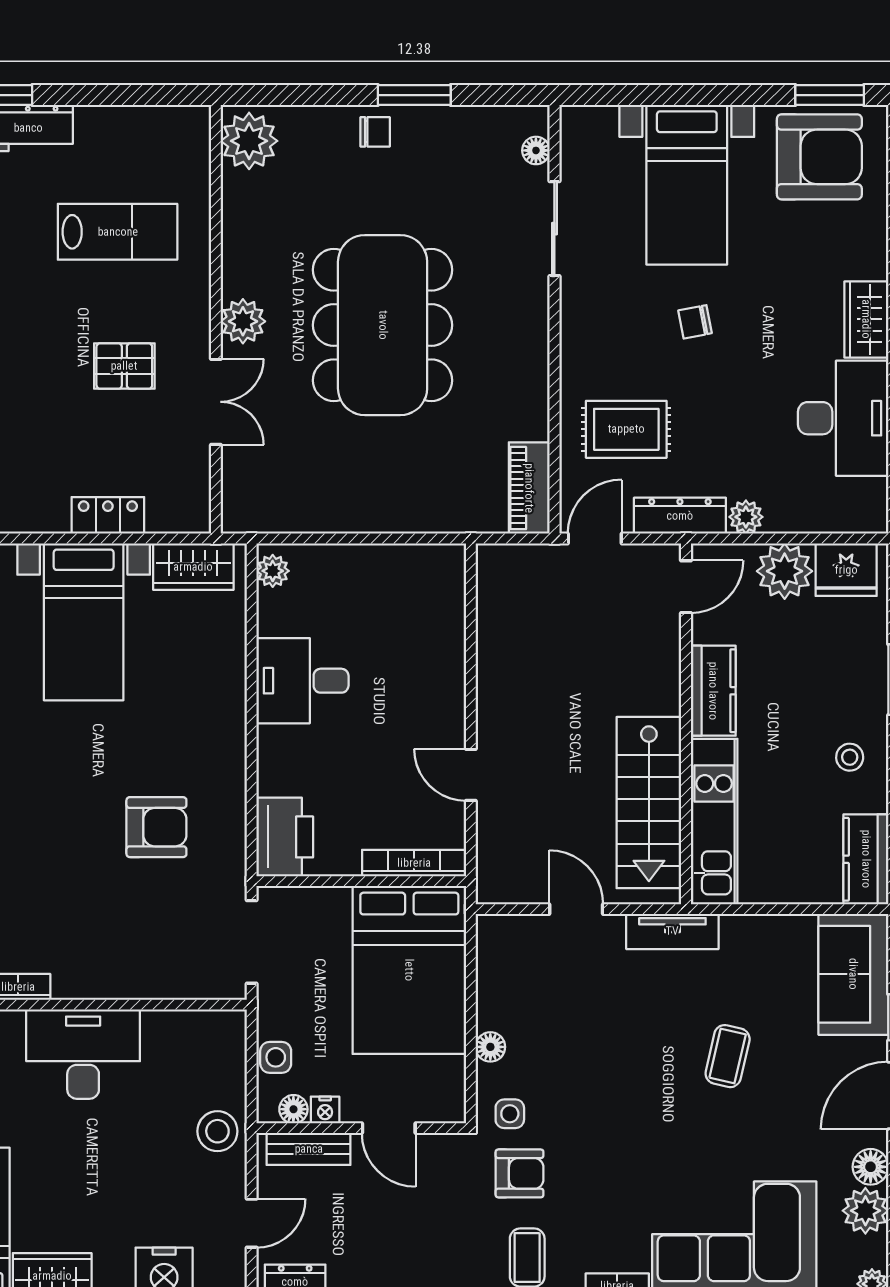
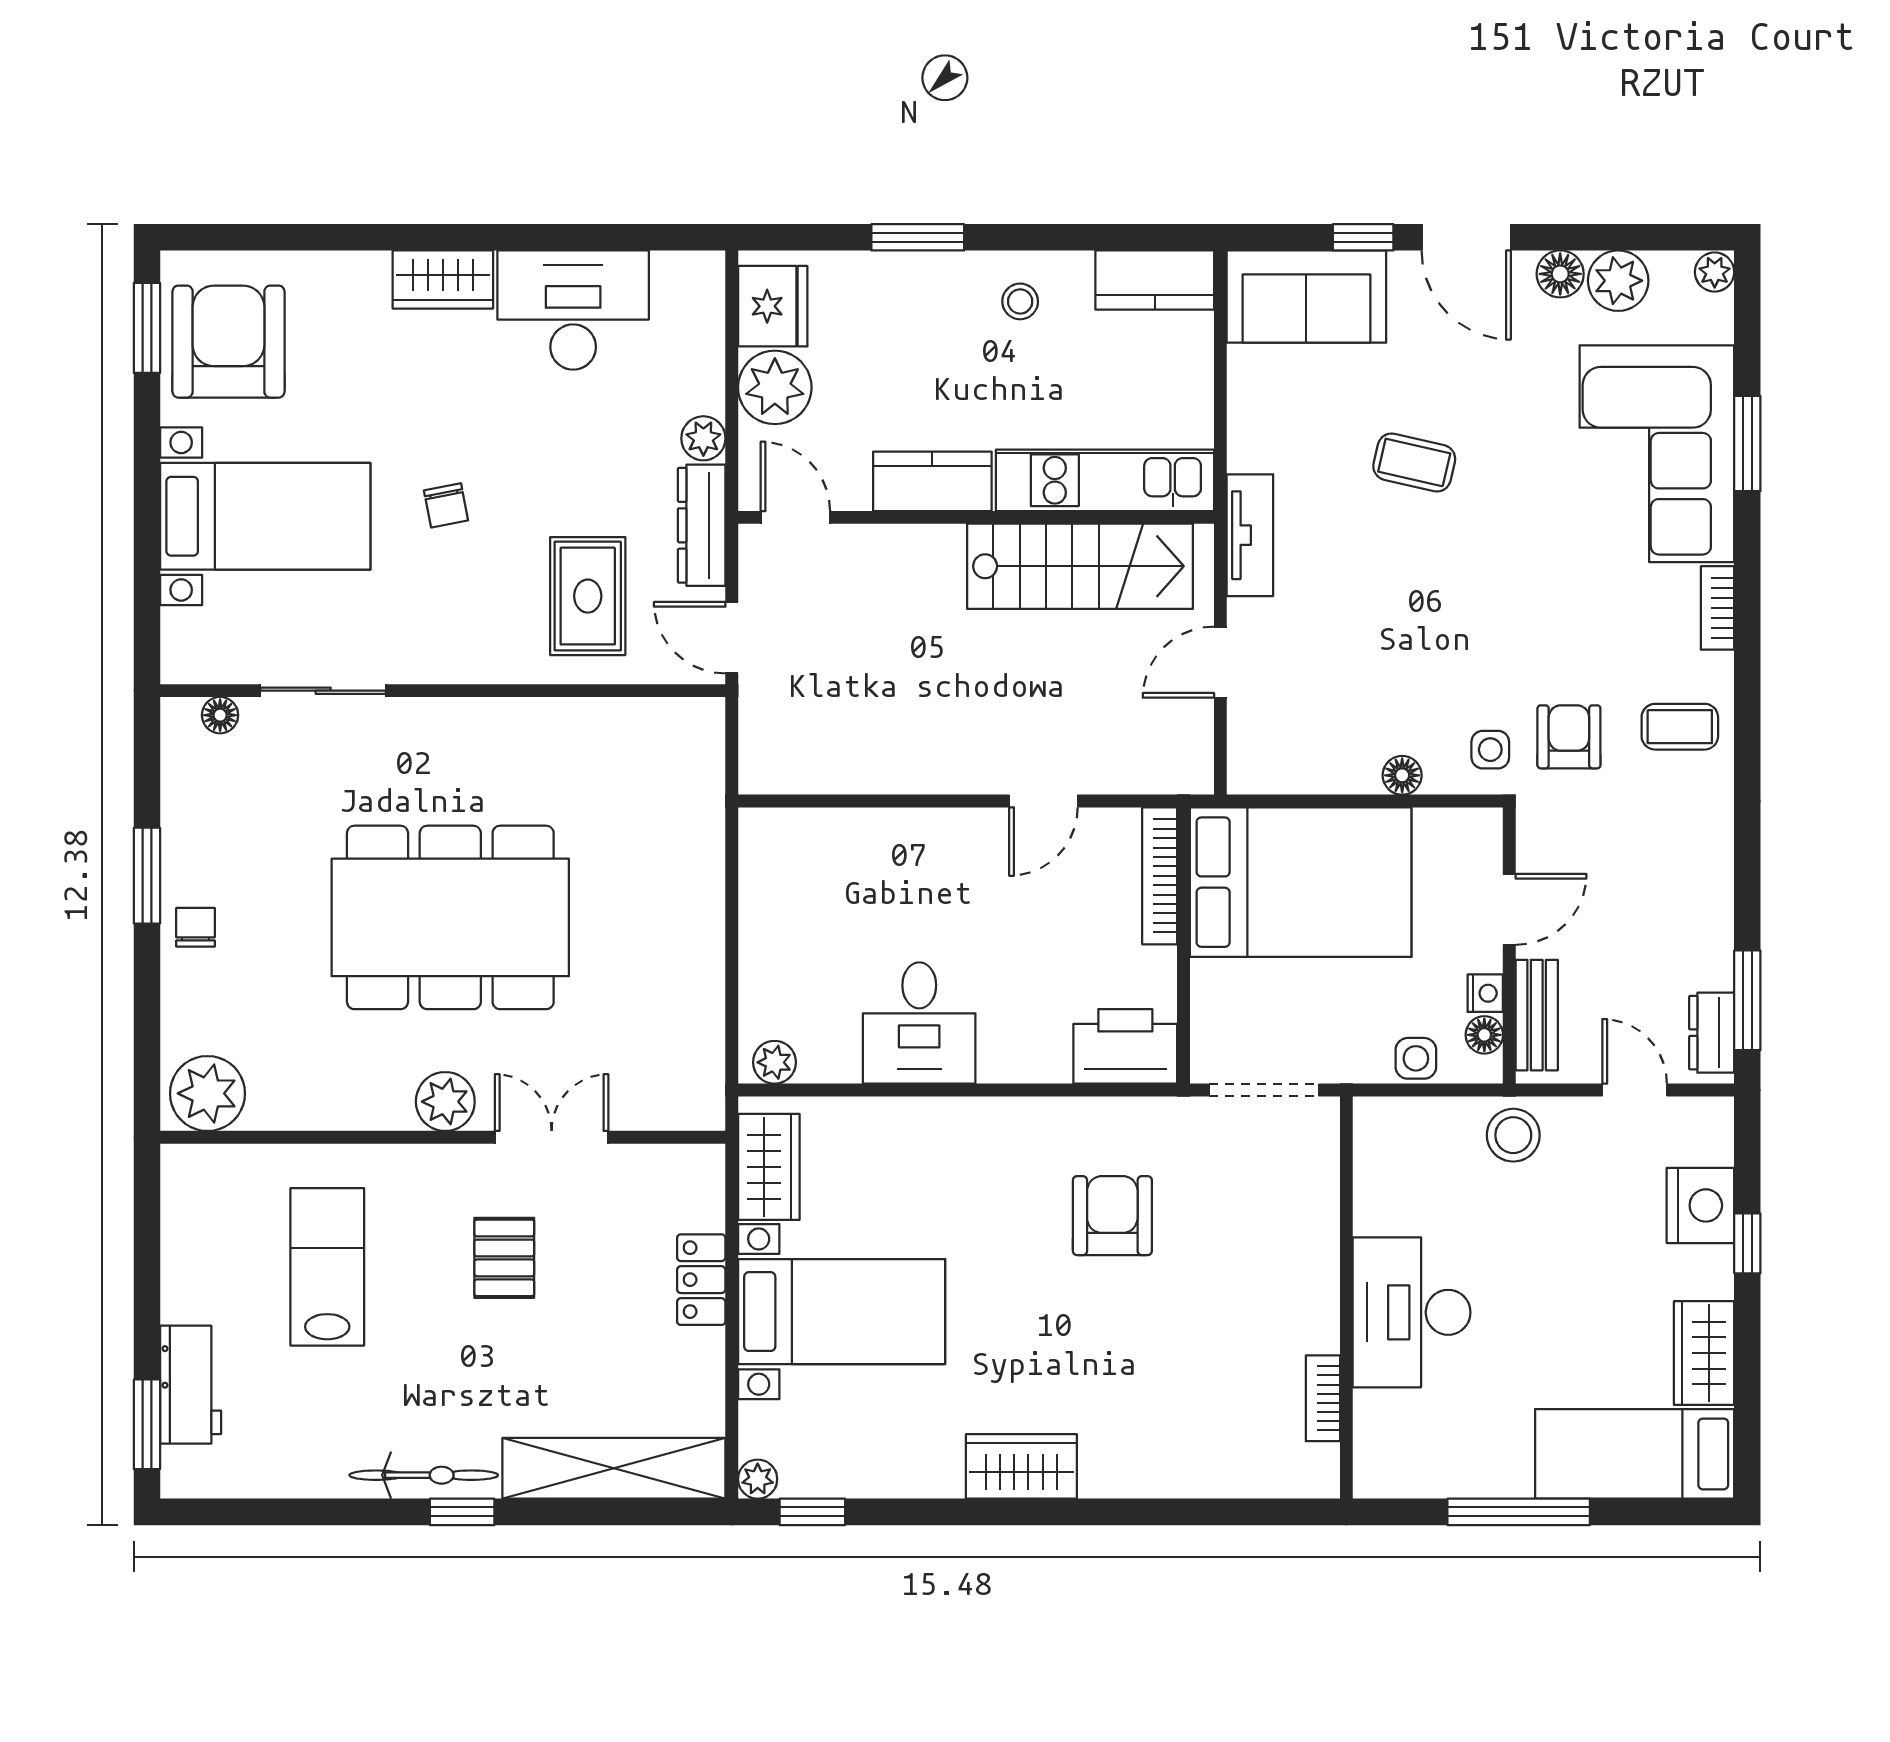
piano: (529, 488) -> (665, 724), removed

